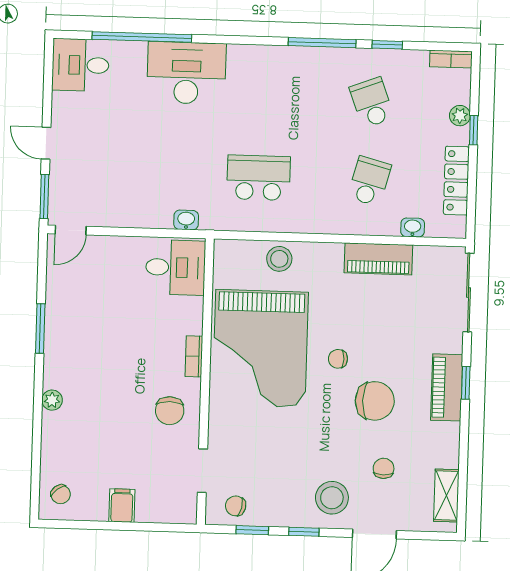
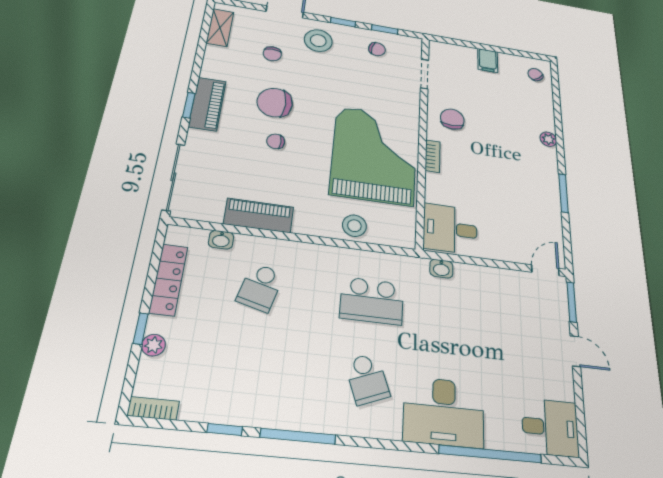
school desk: (372, 103) -> (367, 379), moved
chair: (338, 359) -> (276, 141), moved, turned 180
chair: (236, 506) -> (377, 49), moved

